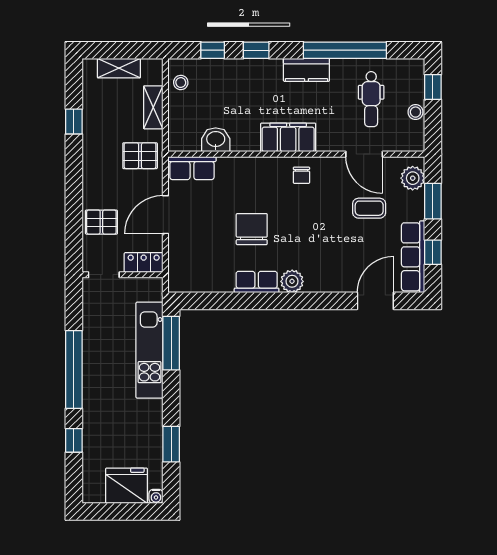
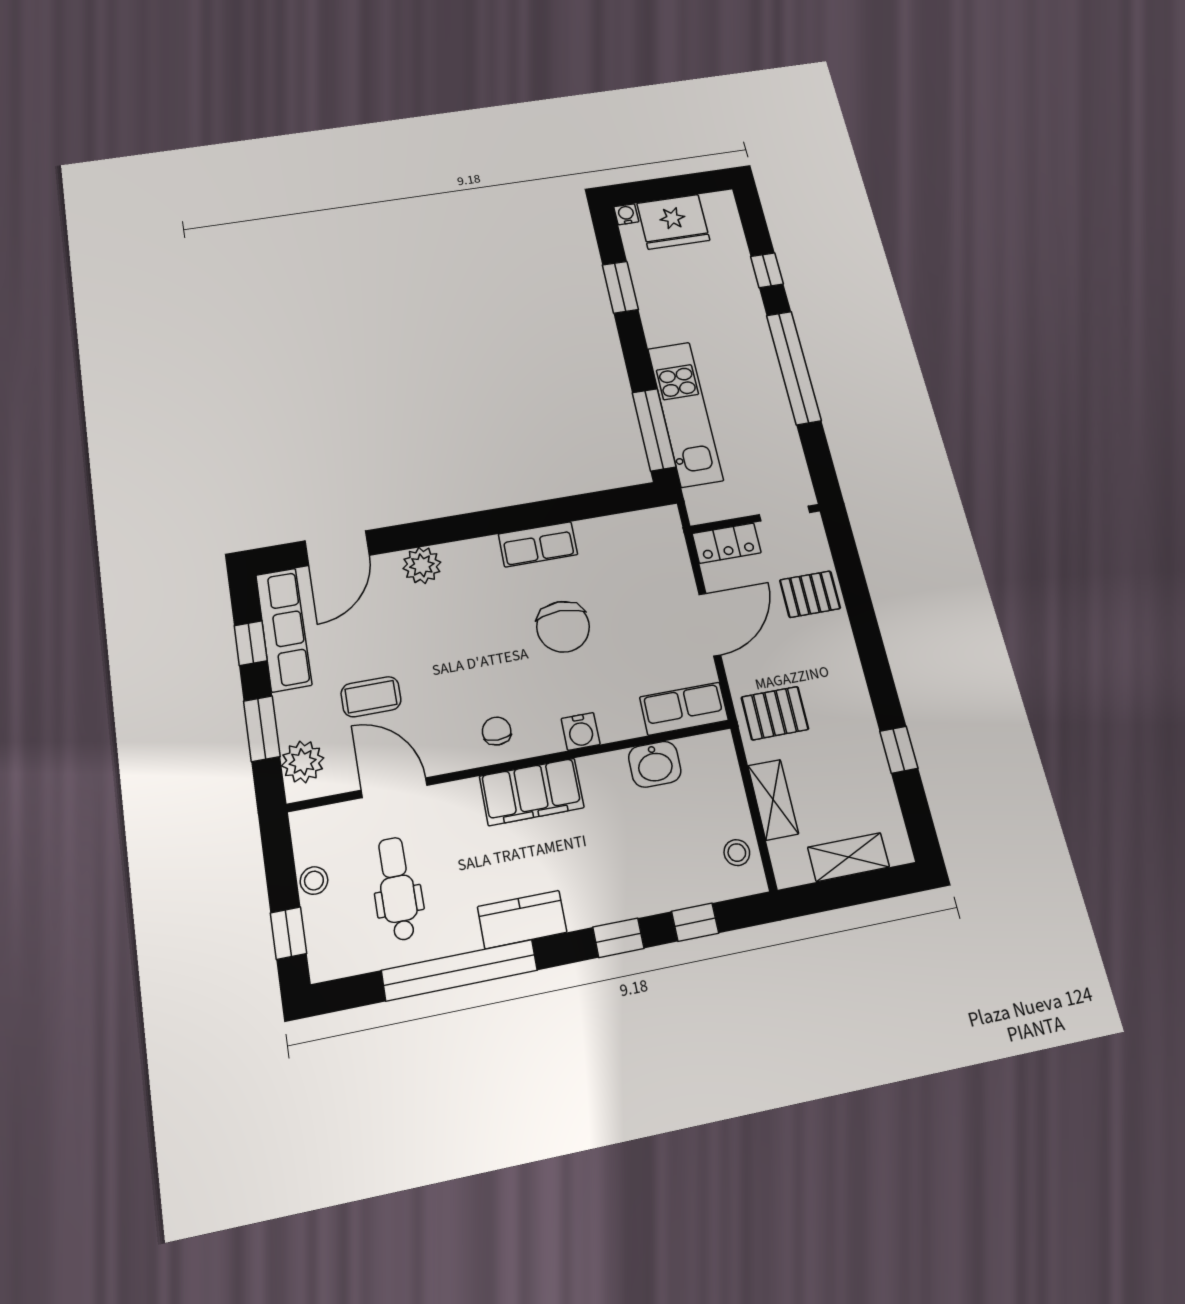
water cooler: (254, 166) -> (581, 731), added
plant: (292, 281) -> (422, 565), moved

